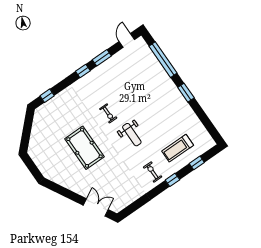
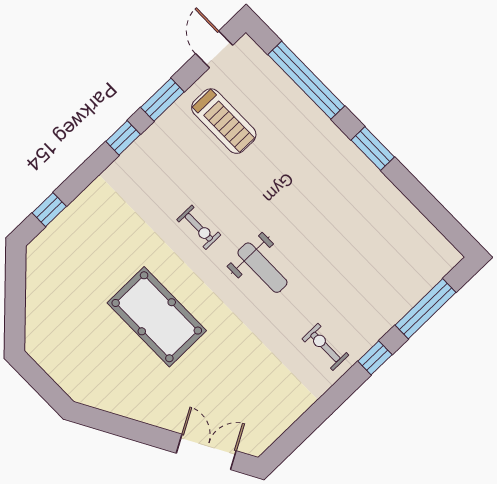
treadmill: (178, 148) -> (224, 121), moved, turned -90
window: (197, 163) -> (426, 309), width x2.17

